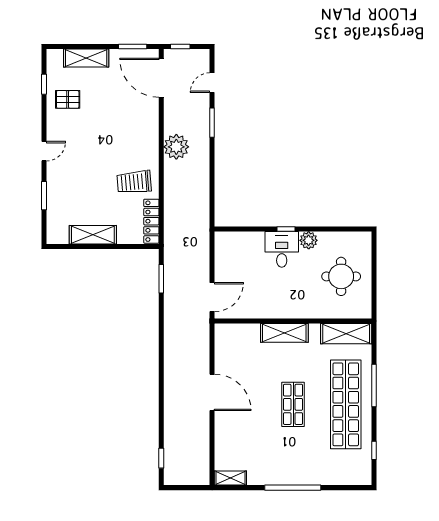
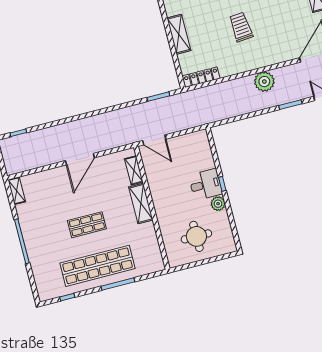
trolley: (134, 182) -> (241, 27), moved
shelving: (346, 334) -> (134, 170), moved, width x0.67, depth x0.75

